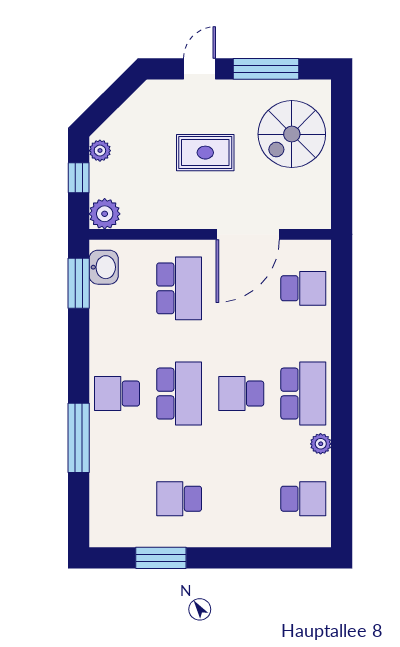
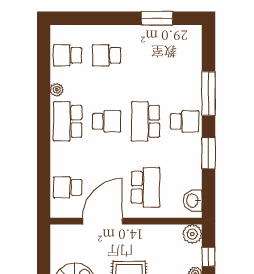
window: (79, 283) -> (209, 153), moved
school desk: (179, 288) -> (146, 187), turned 180
school desk: (179, 499) -> (107, 55), moved, turned 180

